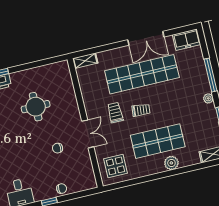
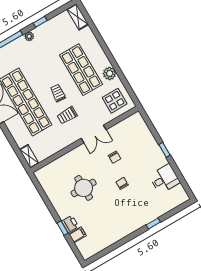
double door: (88, 134) -> (94, 134), swing flipped
plant: (171, 163) -> (110, 73), moved
chair: (62, 189) -> (122, 183), moved

